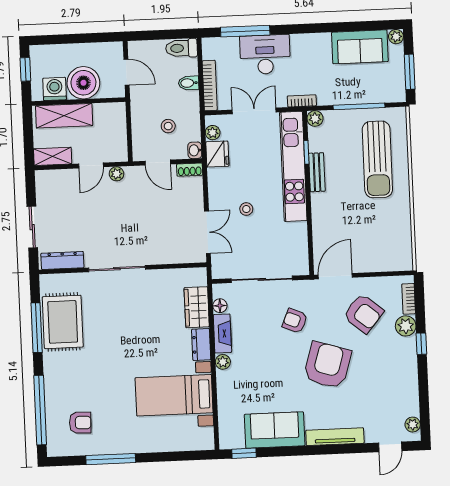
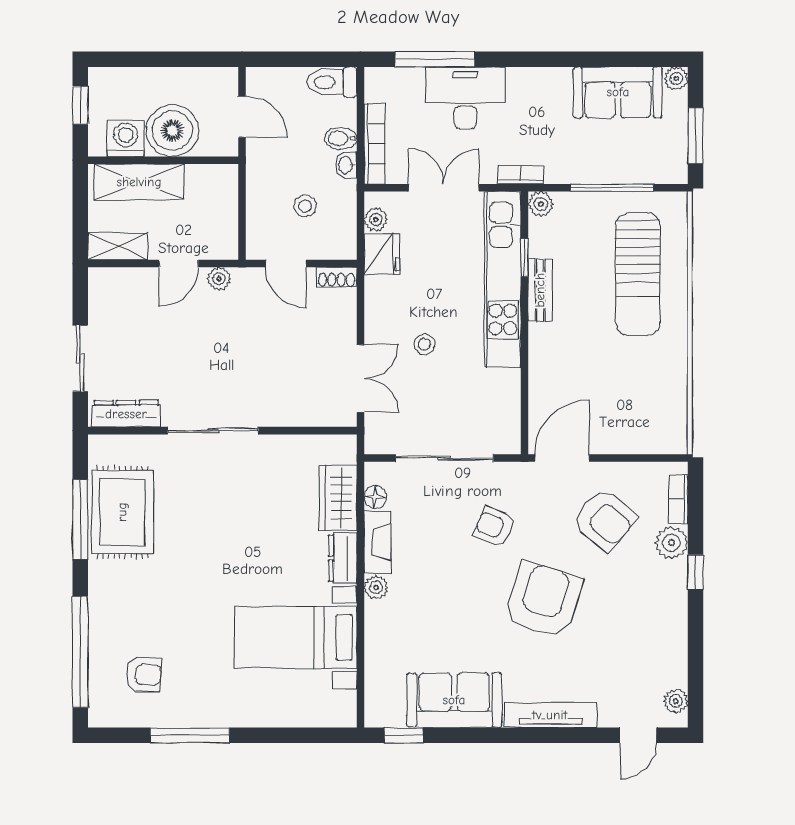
washbasin: (195, 150) -> (346, 165), moved

